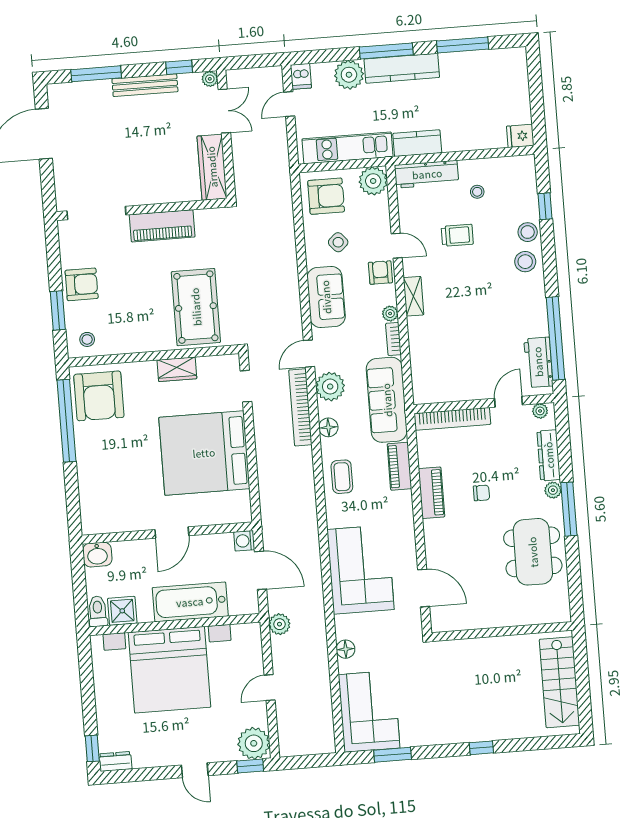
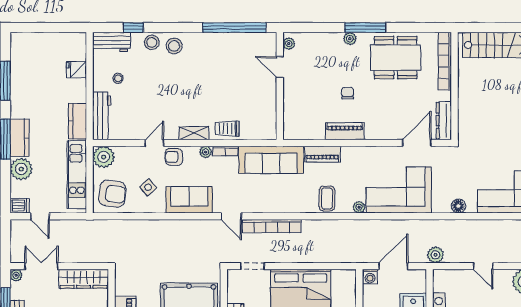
kitchen counter: (402, 68) -> (19, 138), width x0.67
fridge: (520, 136) -> (77, 69), moved, turned 90
armchair: (326, 196) -> (112, 194), turned 98
trolley: (457, 235) -> (227, 129), moved, turned -90
workbench: (538, 362) -> (112, 42), moved
plant: (330, 387) -> (359, 207), moved, width x0.53, depth x0.53
bookcase: (452, 419) -> (445, 61), moved, turned 180
floor lamp: (328, 427) -> (289, 206), removed
dresser: (549, 455) -> (444, 121), moved, turned 90
coffee table: (342, 477) -> (327, 198), turned 90

